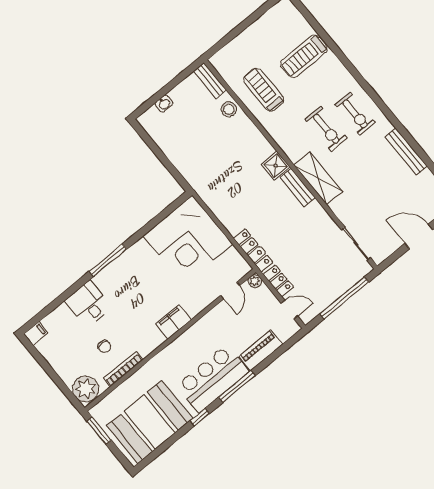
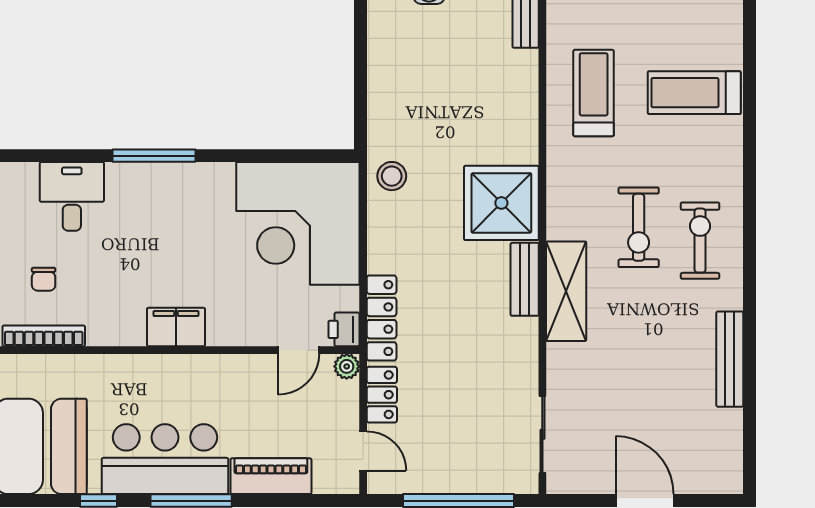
stool: (229, 109) -> (392, 176), moved
exercise bike: (355, 114) -> (700, 241), turned 180
shower: (276, 166) -> (501, 203), width x1.86, depth x1.86
printer: (242, 267) -> (344, 329), added

